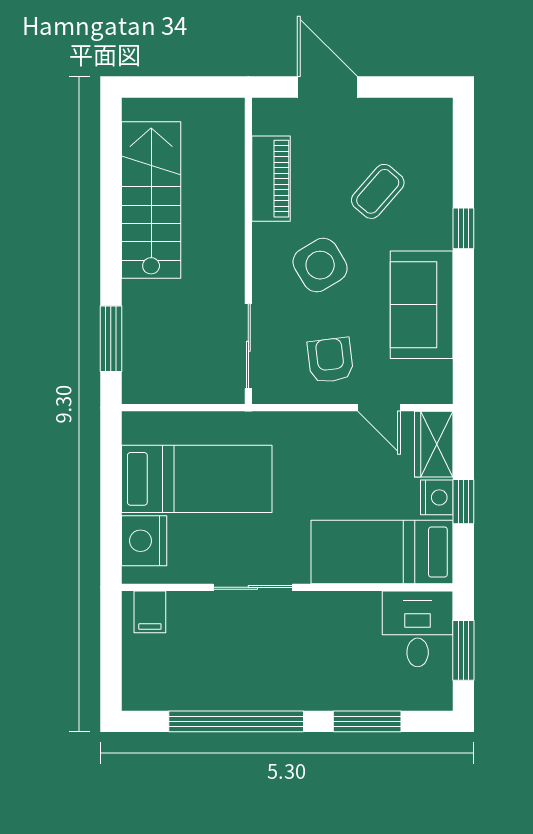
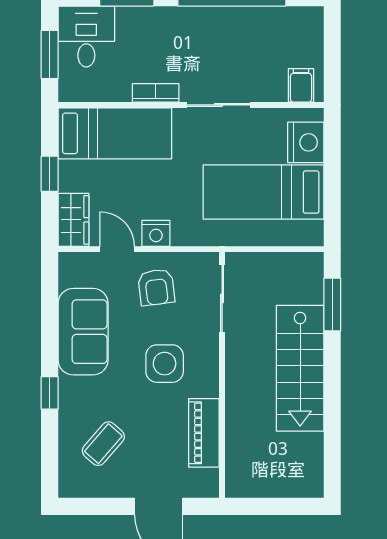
coffee table: (378, 191) -> (103, 444), moved
stairs: (151, 200) -> (300, 368), moved
side table: (320, 265) -> (165, 364), turned 31
nightstand: (437, 497) -> (156, 233), moved, turned -90
bookcase: (331, 602) -> (156, 93), added
desk: (418, 629) -> (86, 36), moved, turned 180

